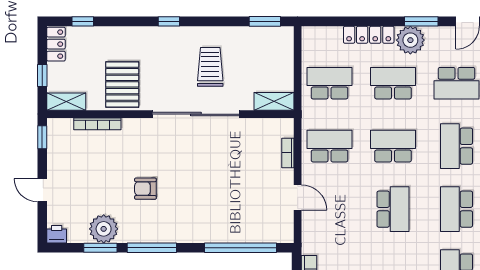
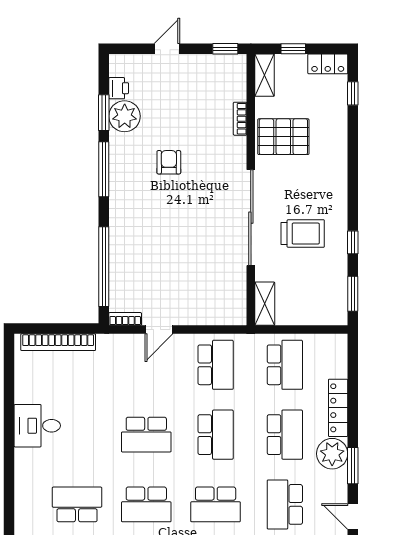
window: (169, 21) -> (353, 242), moved
bookcase: (97, 124) -> (240, 119), width x0.64
school desk: (457, 146) -> (216, 504), turned 180
bookcase: (288, 153) -> (125, 319), moved
school desk: (457, 209) -> (146, 504), turned 180
printer: (57, 234) -> (119, 88), moved

